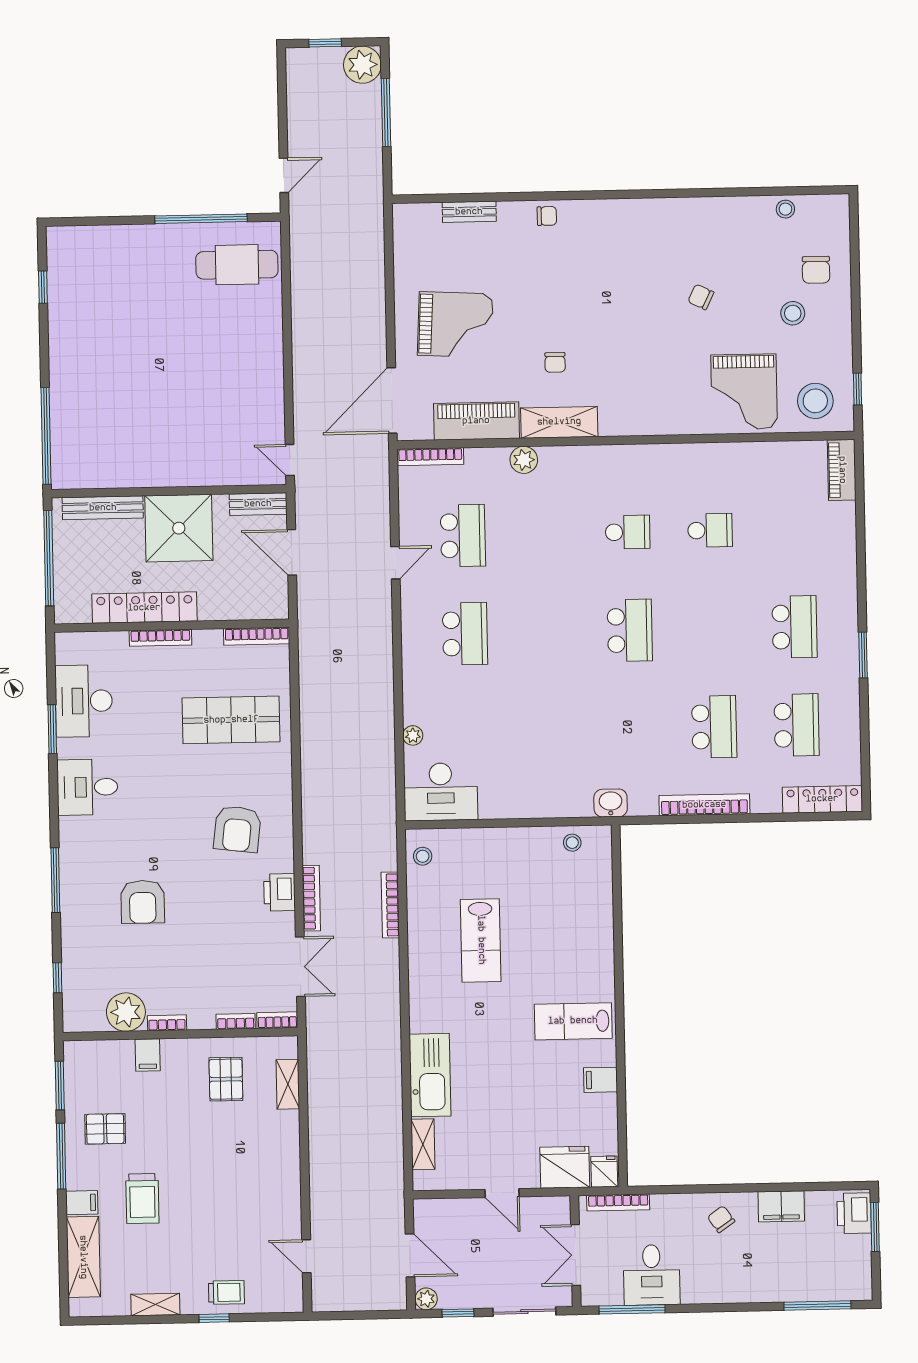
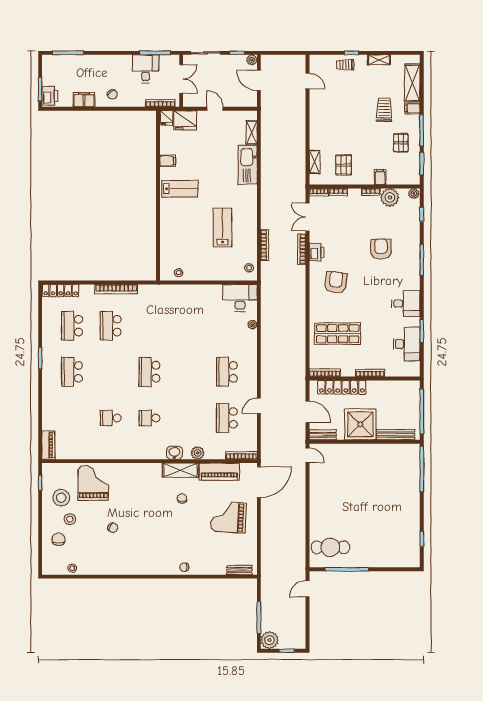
bench: (469, 212) -> (239, 570), moved
stool: (815, 401) -> (61, 498), moved
locker: (144, 608) -> (342, 387), moved
washbasin: (611, 803) -> (174, 453), moved, turned 180
plant: (75, 1021) -> (414, 194), added
pallet: (105, 1129) -> (401, 143), turned 90

